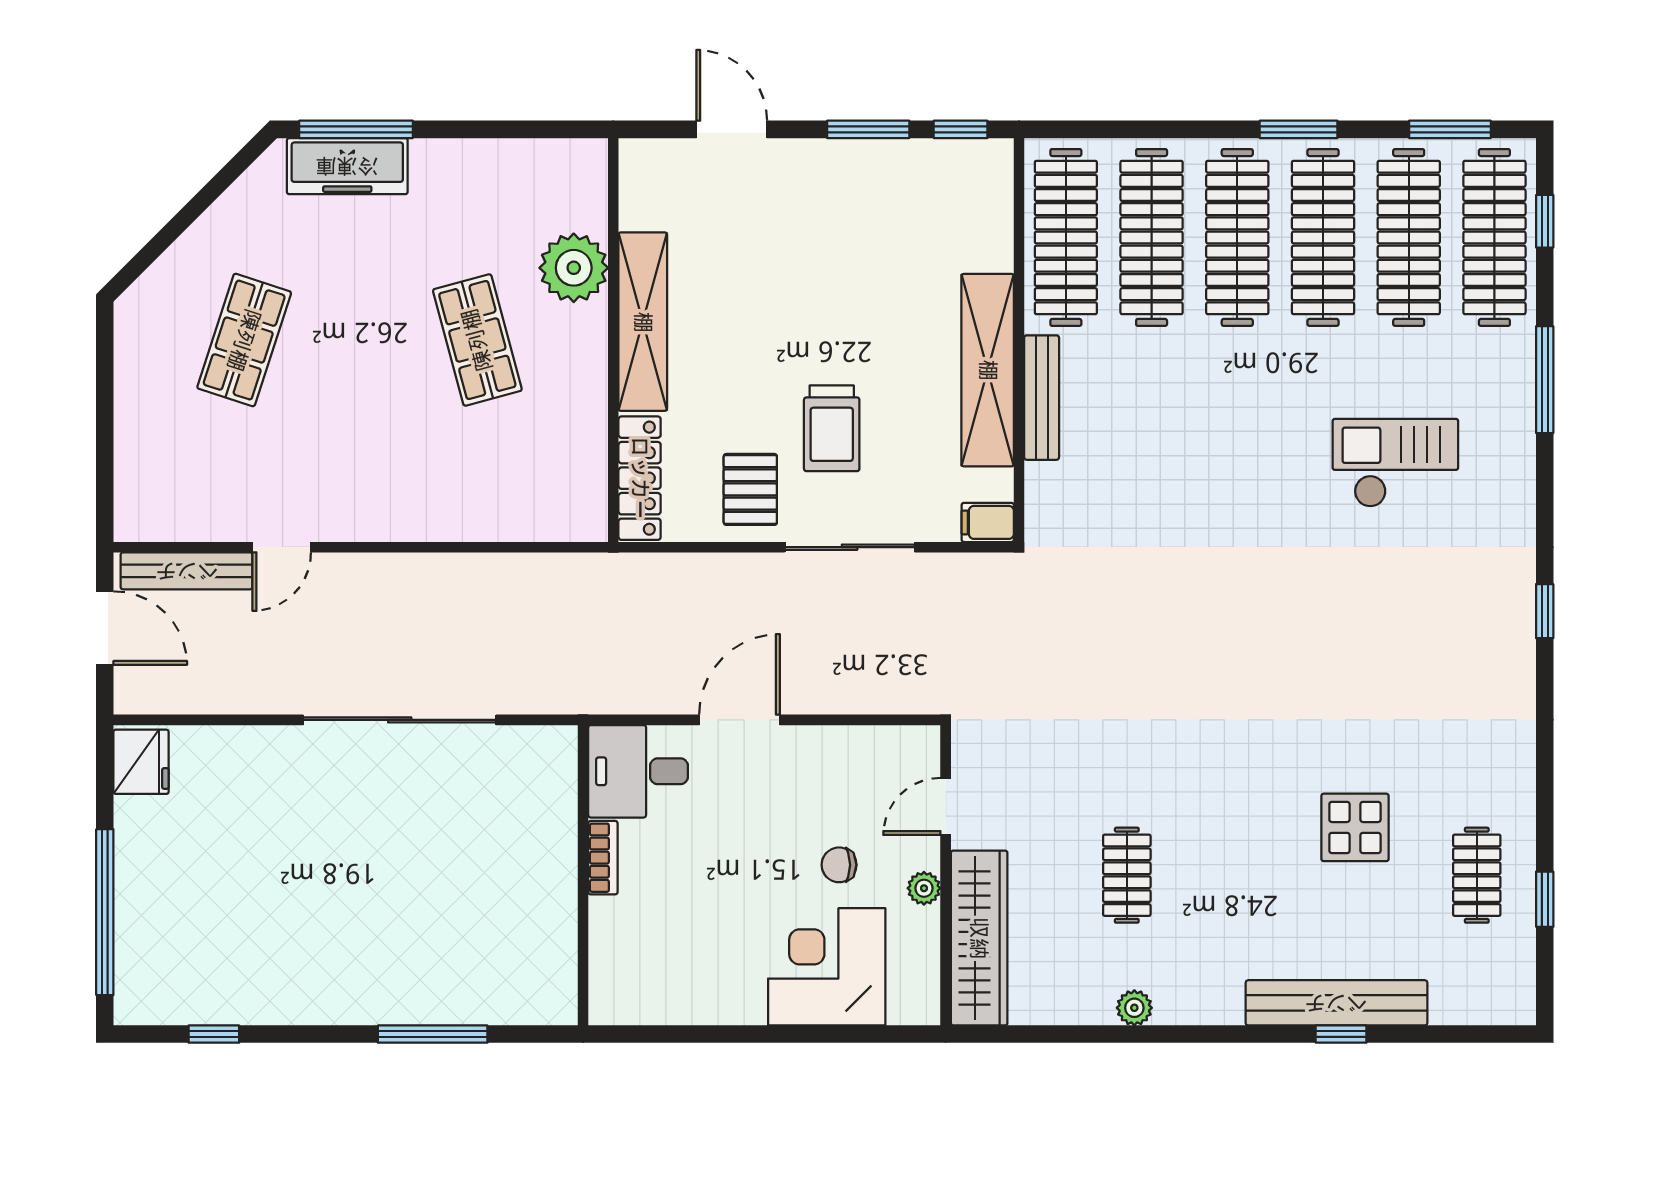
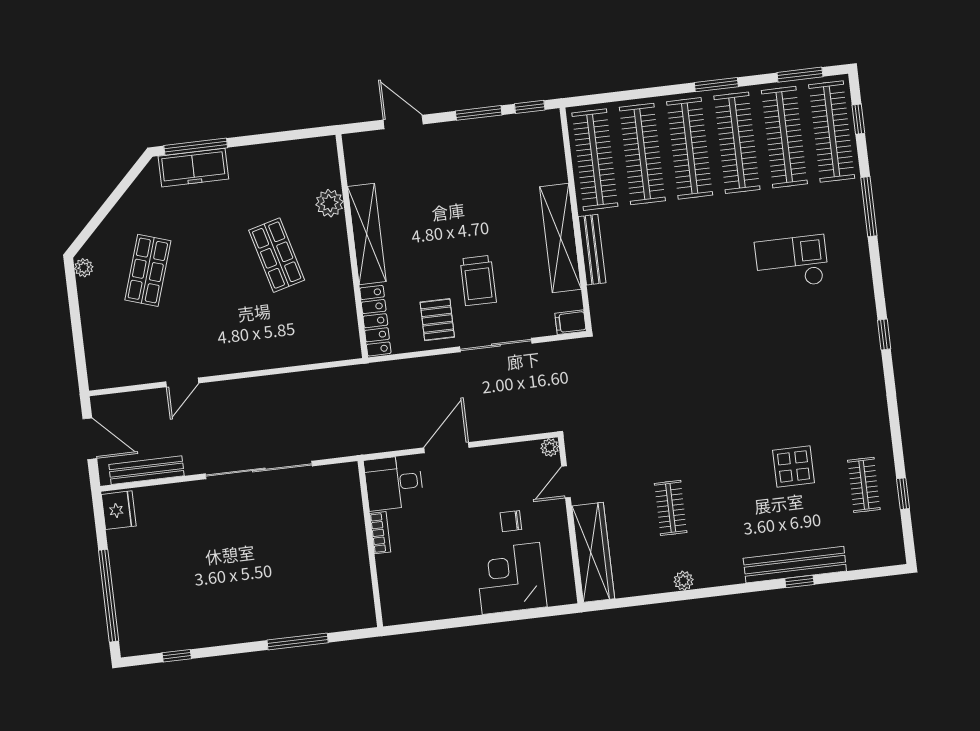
plant: (574, 268) -> (330, 203), width x0.73, depth x0.73
plant: (130, 321) -> (84, 268), added
bench: (187, 571) -> (147, 470), moved
plant: (924, 888) -> (550, 447), moved

